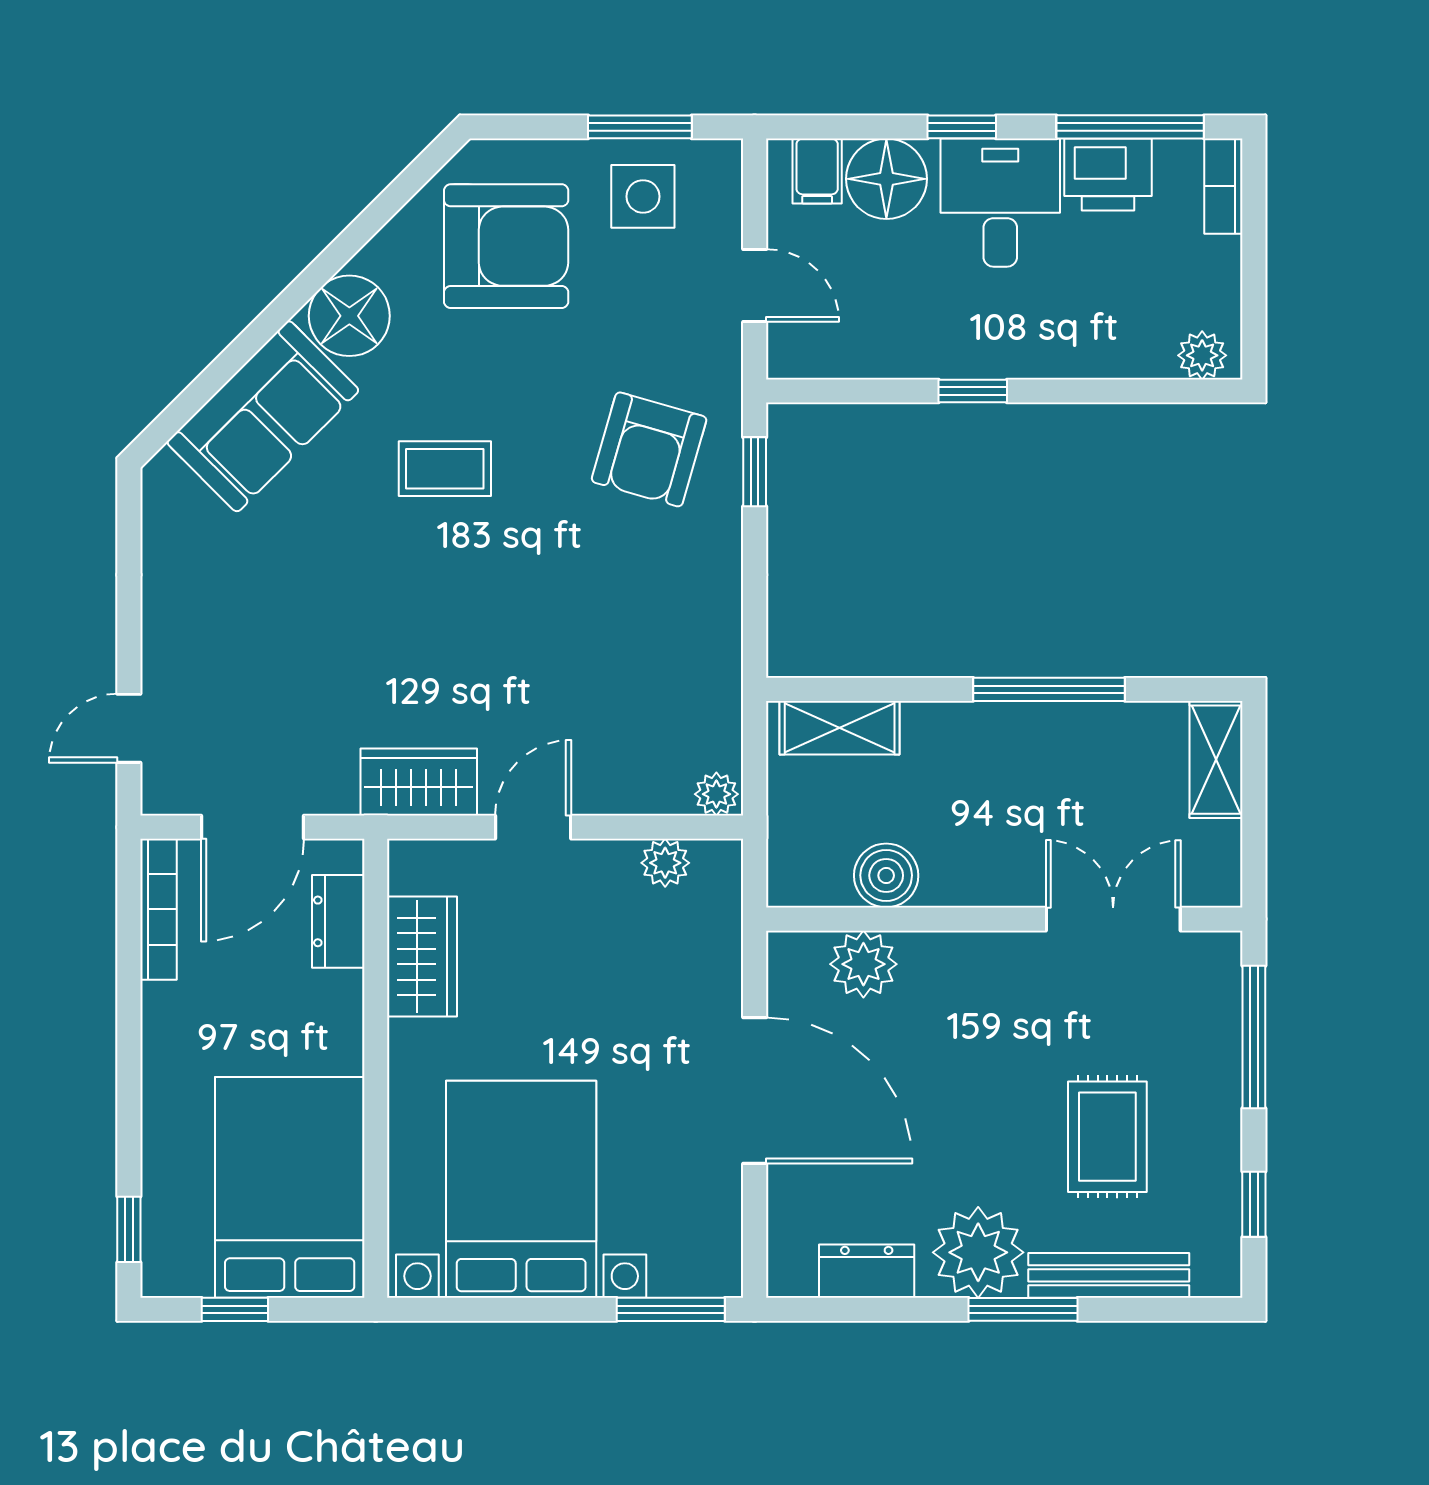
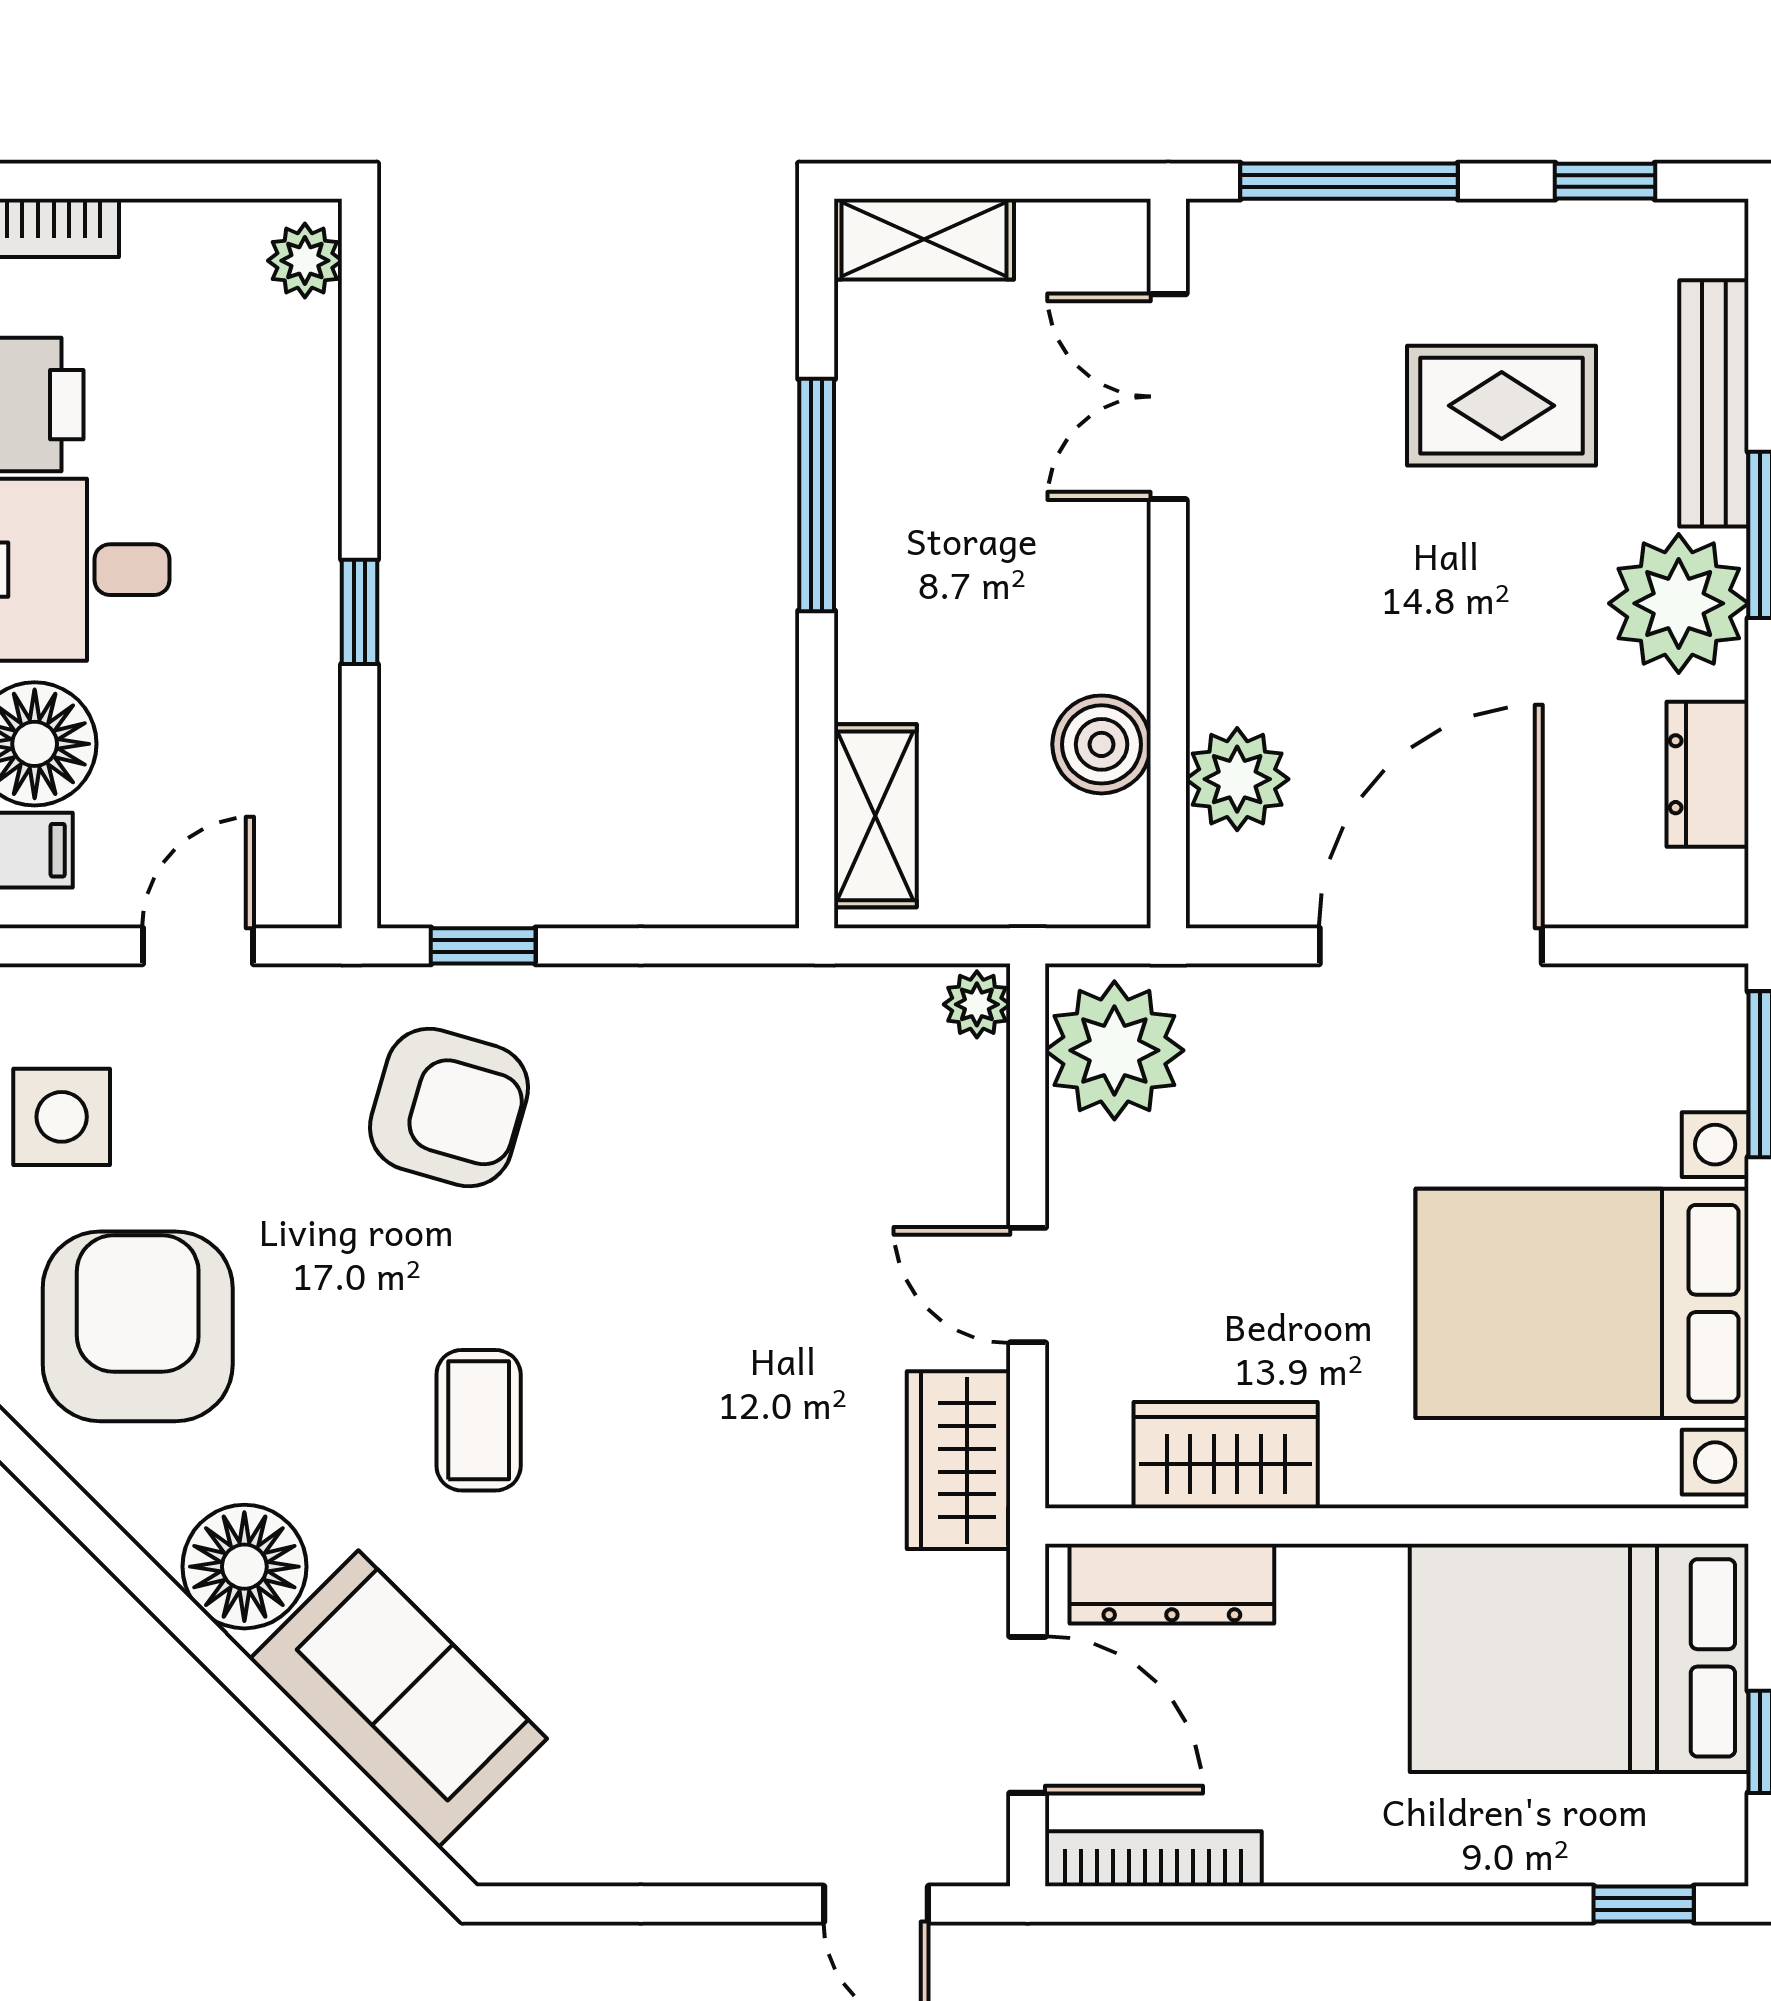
plant: (665, 863) -> (1114, 1050), width x1.87, depth x1.87
dresser: (338, 921) -> (1172, 1584), width x1.44

